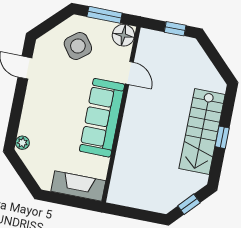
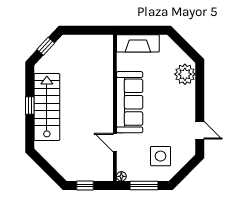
floor lamp: (123, 35) -> (121, 176), width x0.53, depth x0.53
side table: (78, 46) -> (161, 156), turned 37
plant: (22, 143) -> (185, 74), width x1.88, depth x1.88

